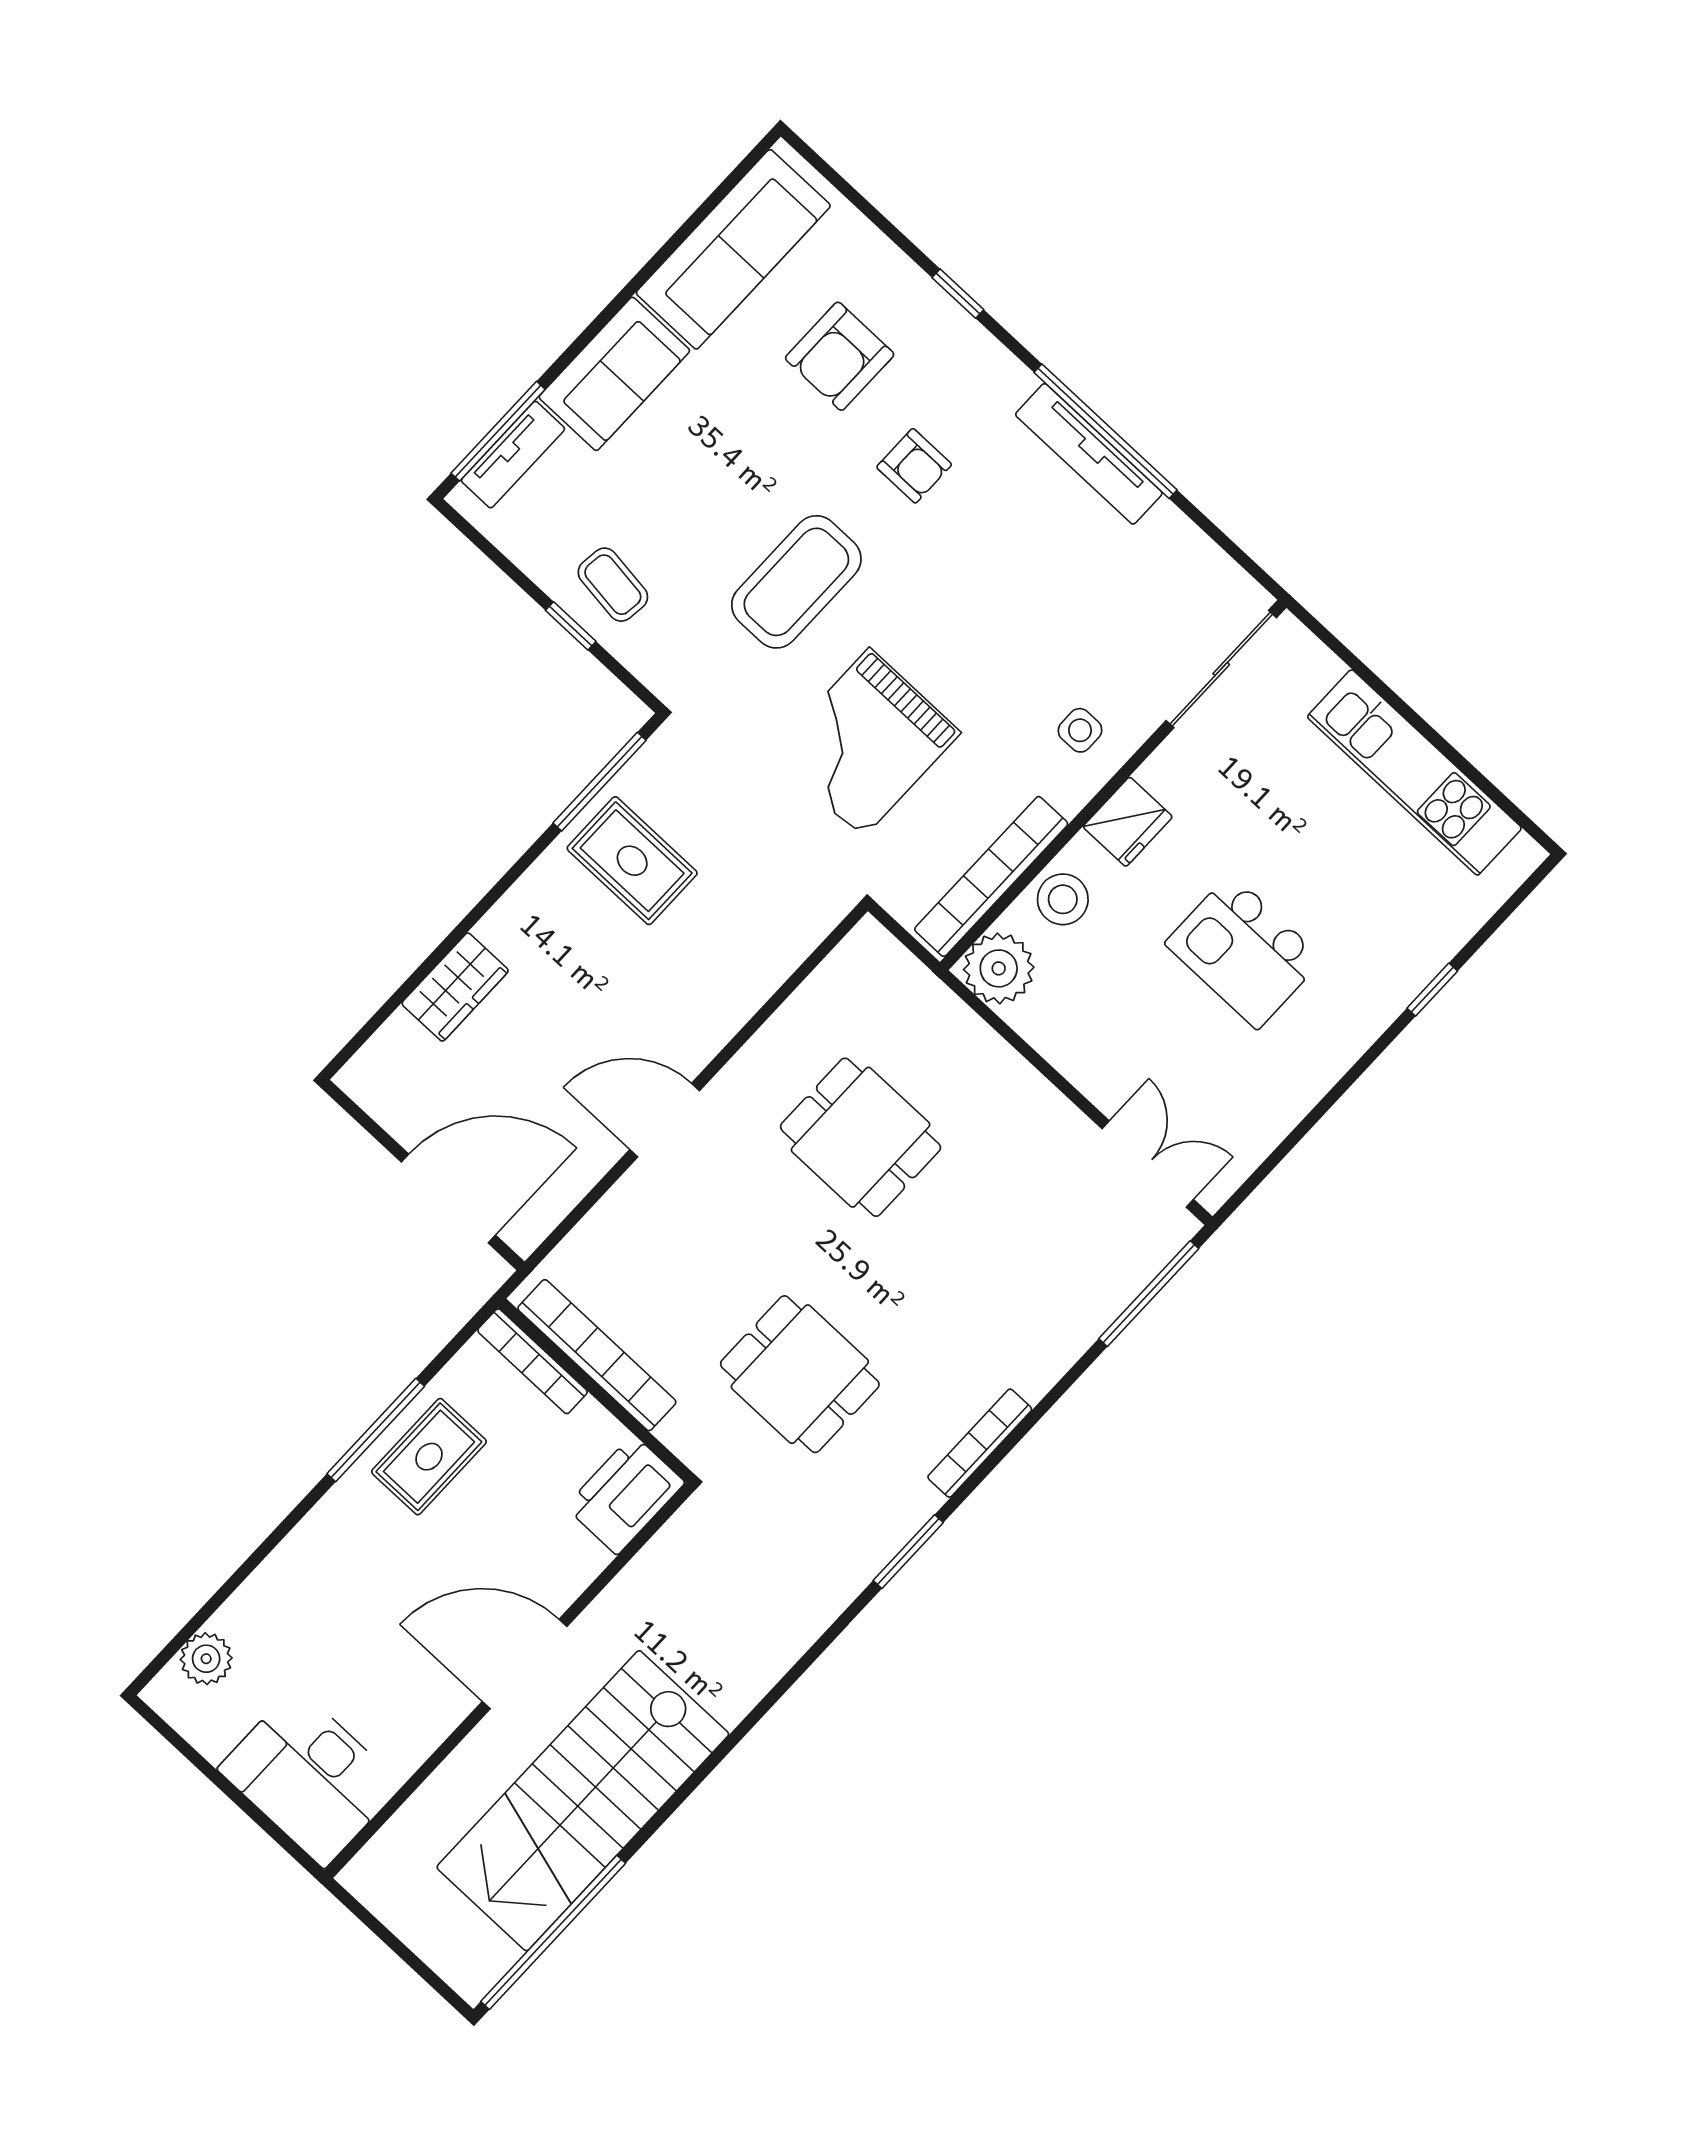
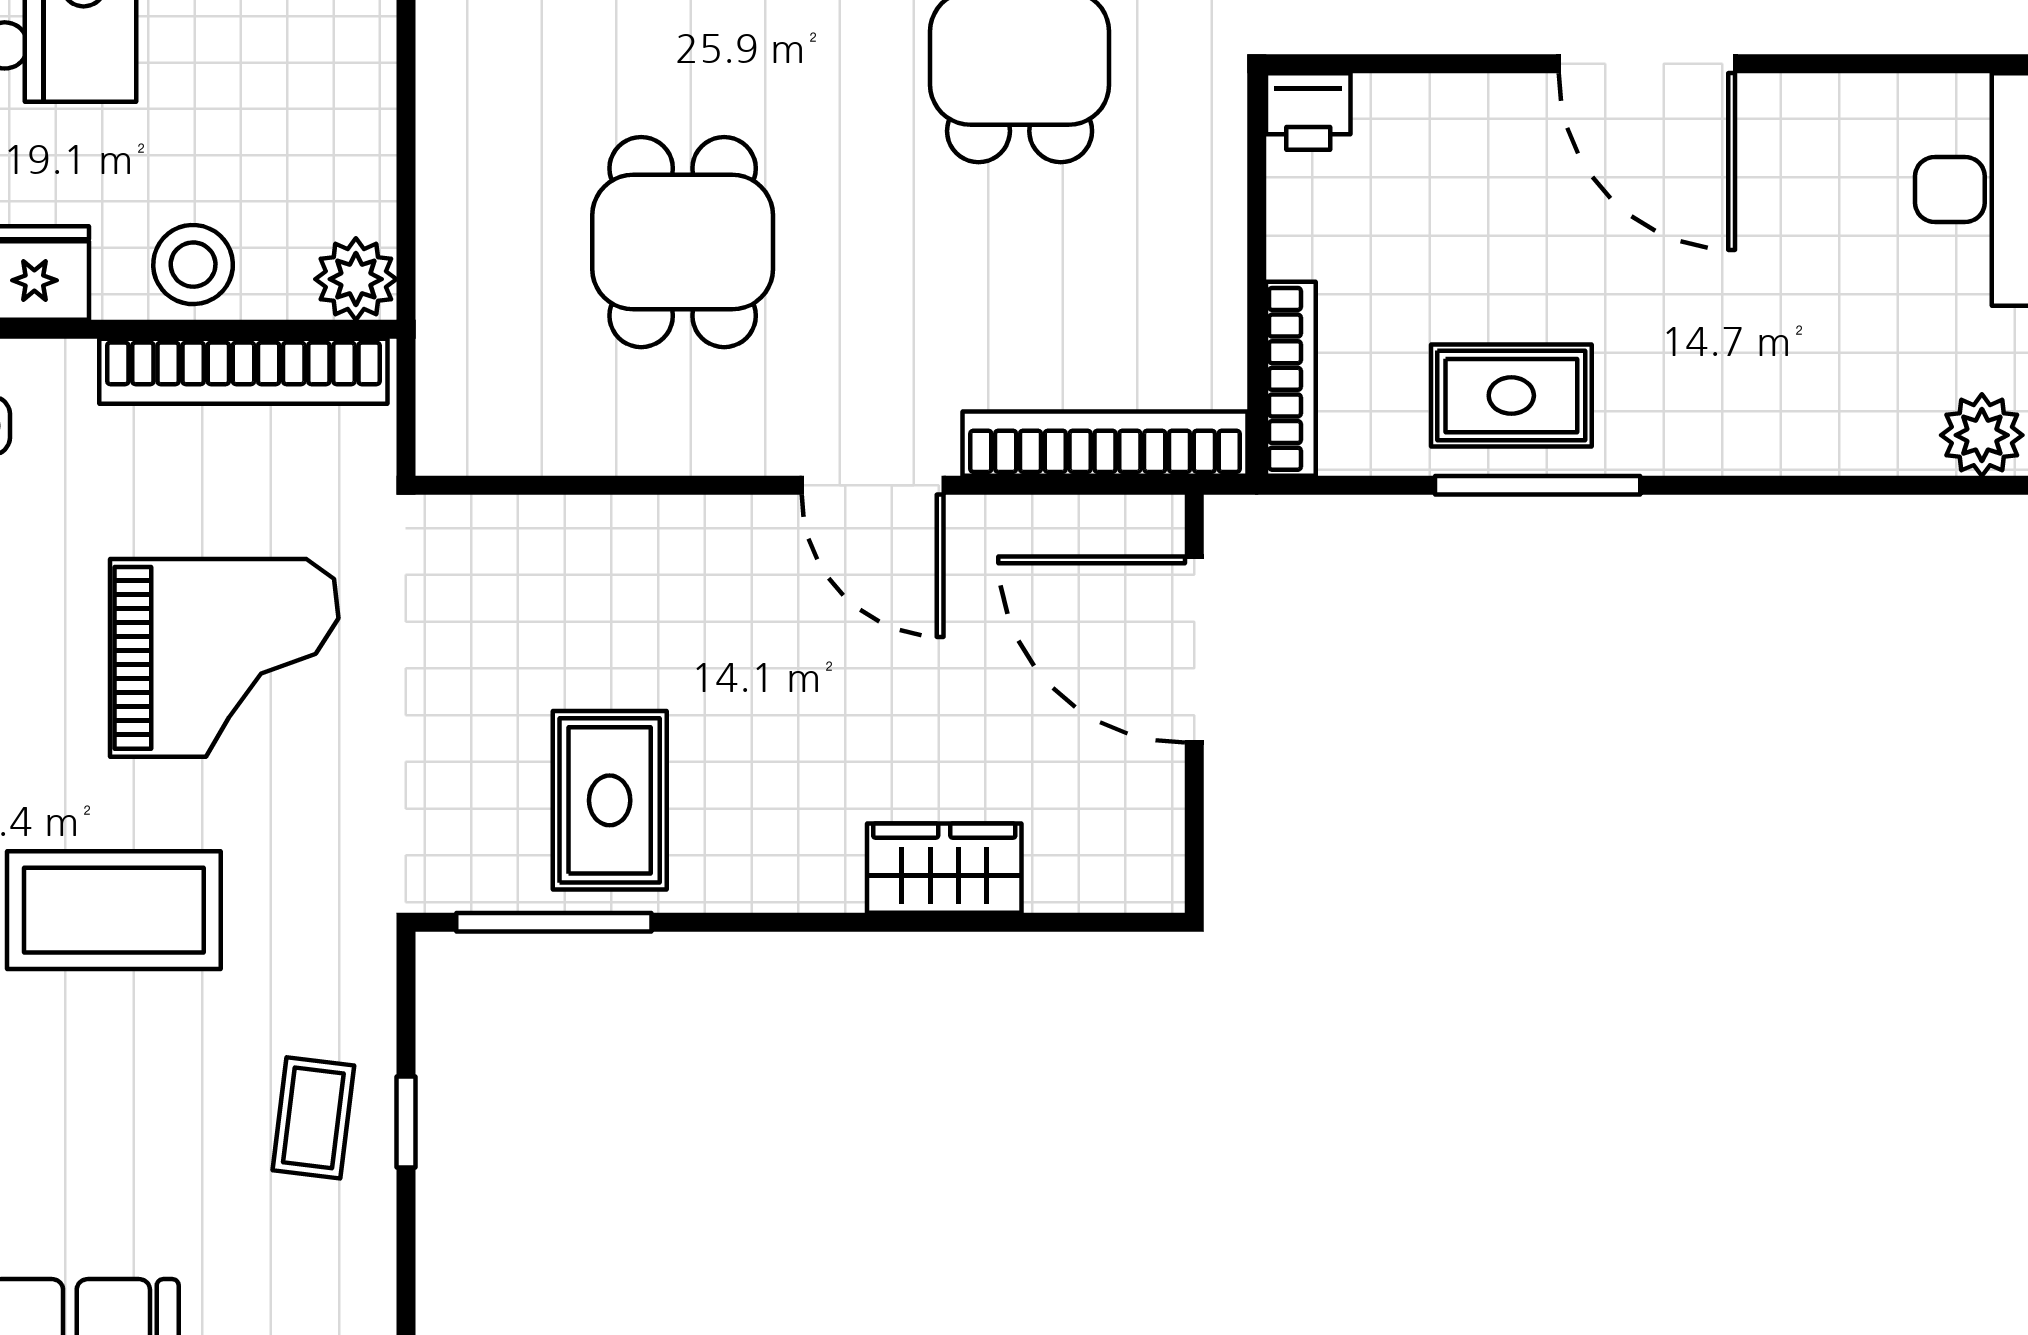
plant: (999, 968) -> (356, 279), width x0.73, depth x0.73
bookcase: (597, 1355) -> (1105, 444), moved, turned 90
printer: (625, 1495) -> (1308, 111), width x0.53, depth x0.68

